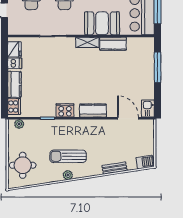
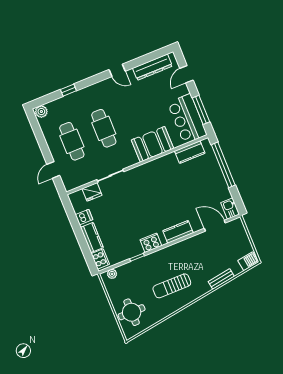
shelving: (87, 42) -> (146, 168), removed
kitchen counter: (113, 44) -> (190, 152), moved
fridge: (14, 49) -> (92, 192), moved, turned 90
window: (158, 67) -> (223, 165), width x1.46
plant: (68, 175) -> (179, 304), removed

